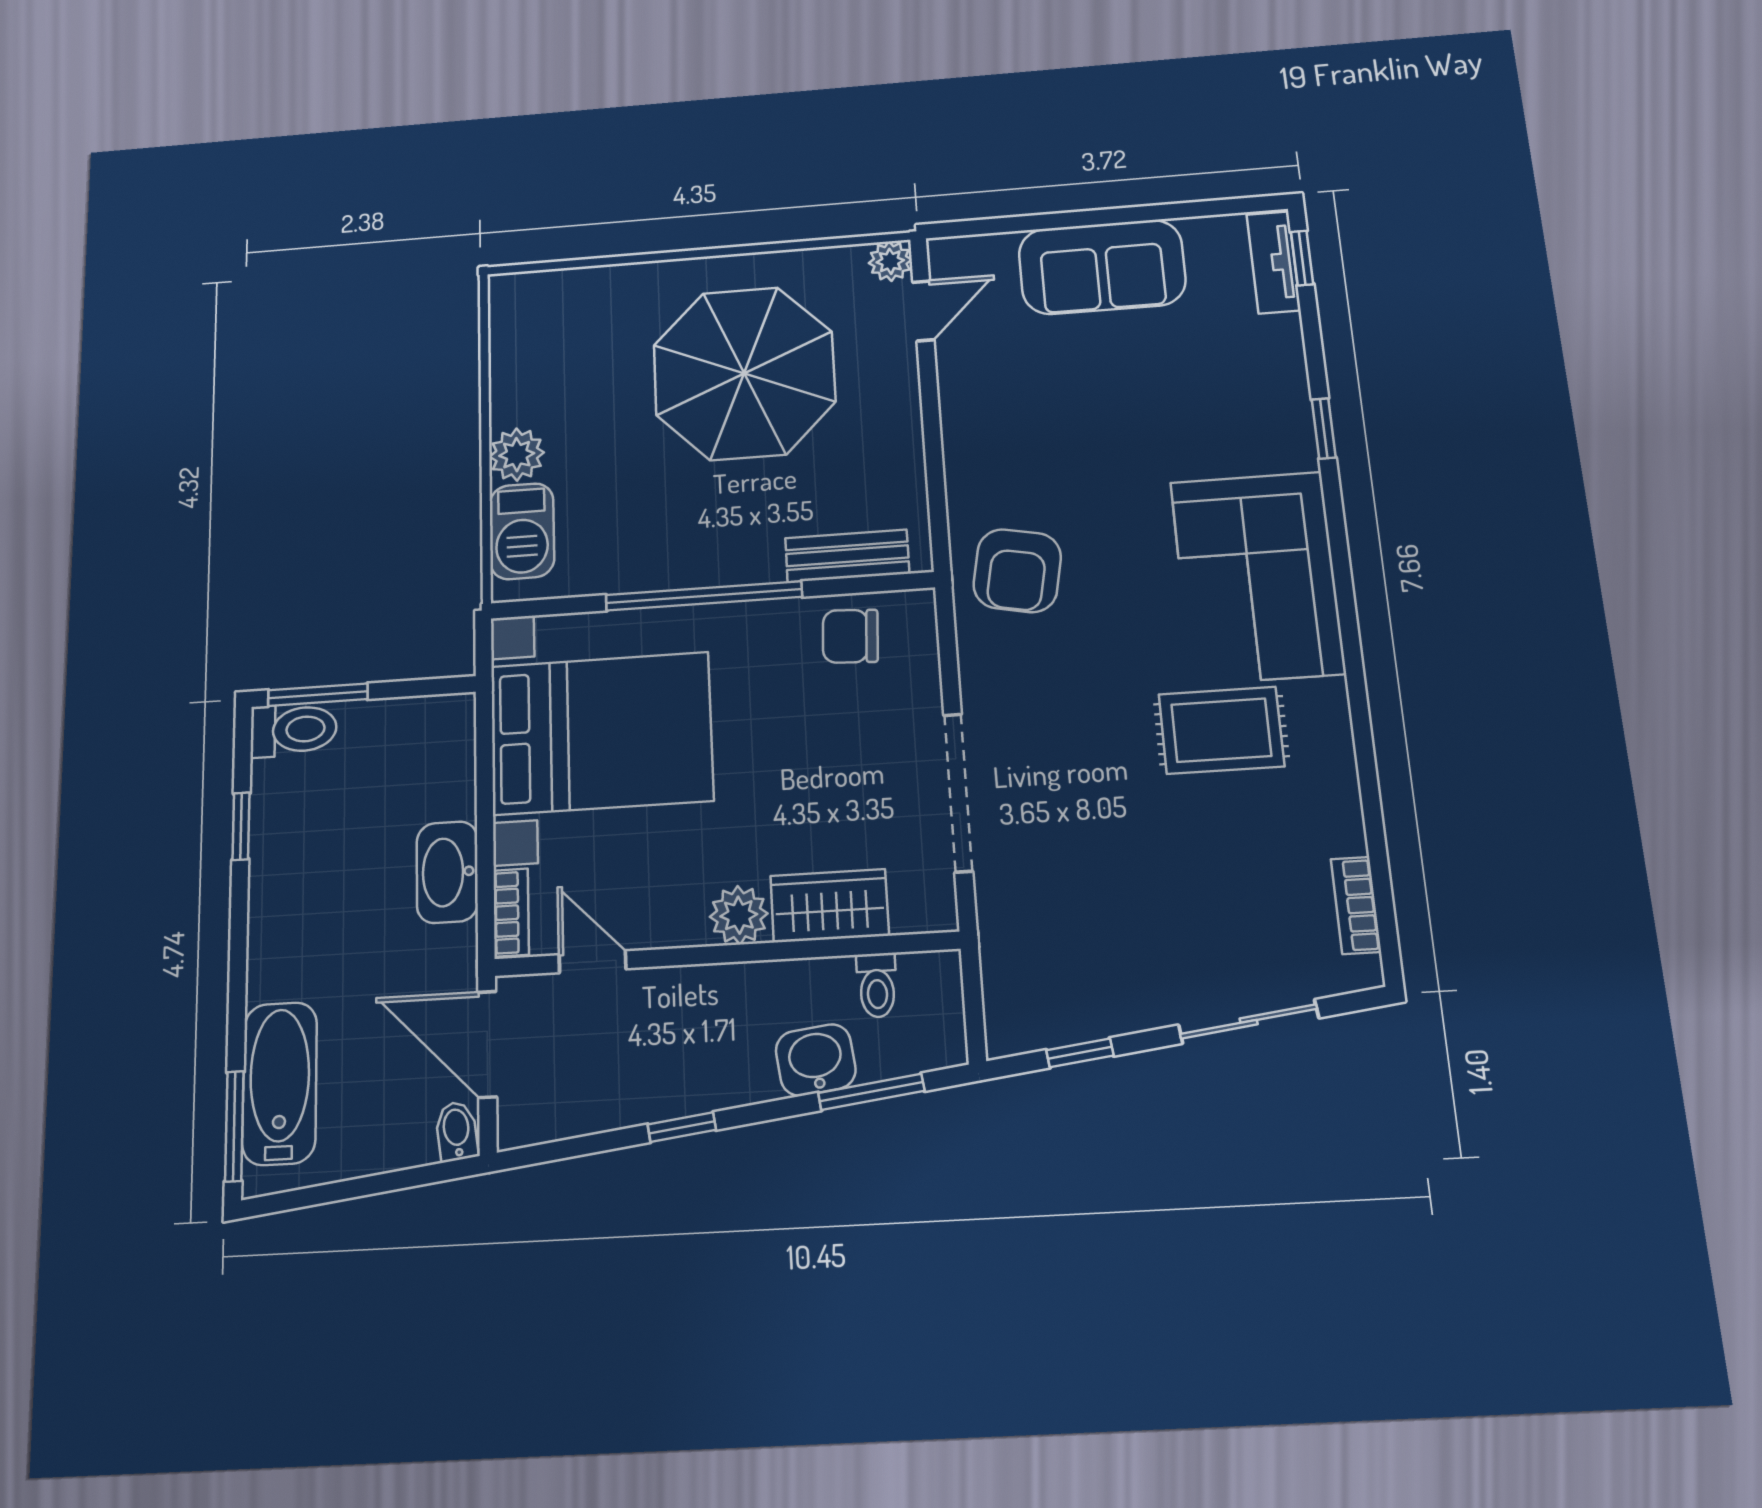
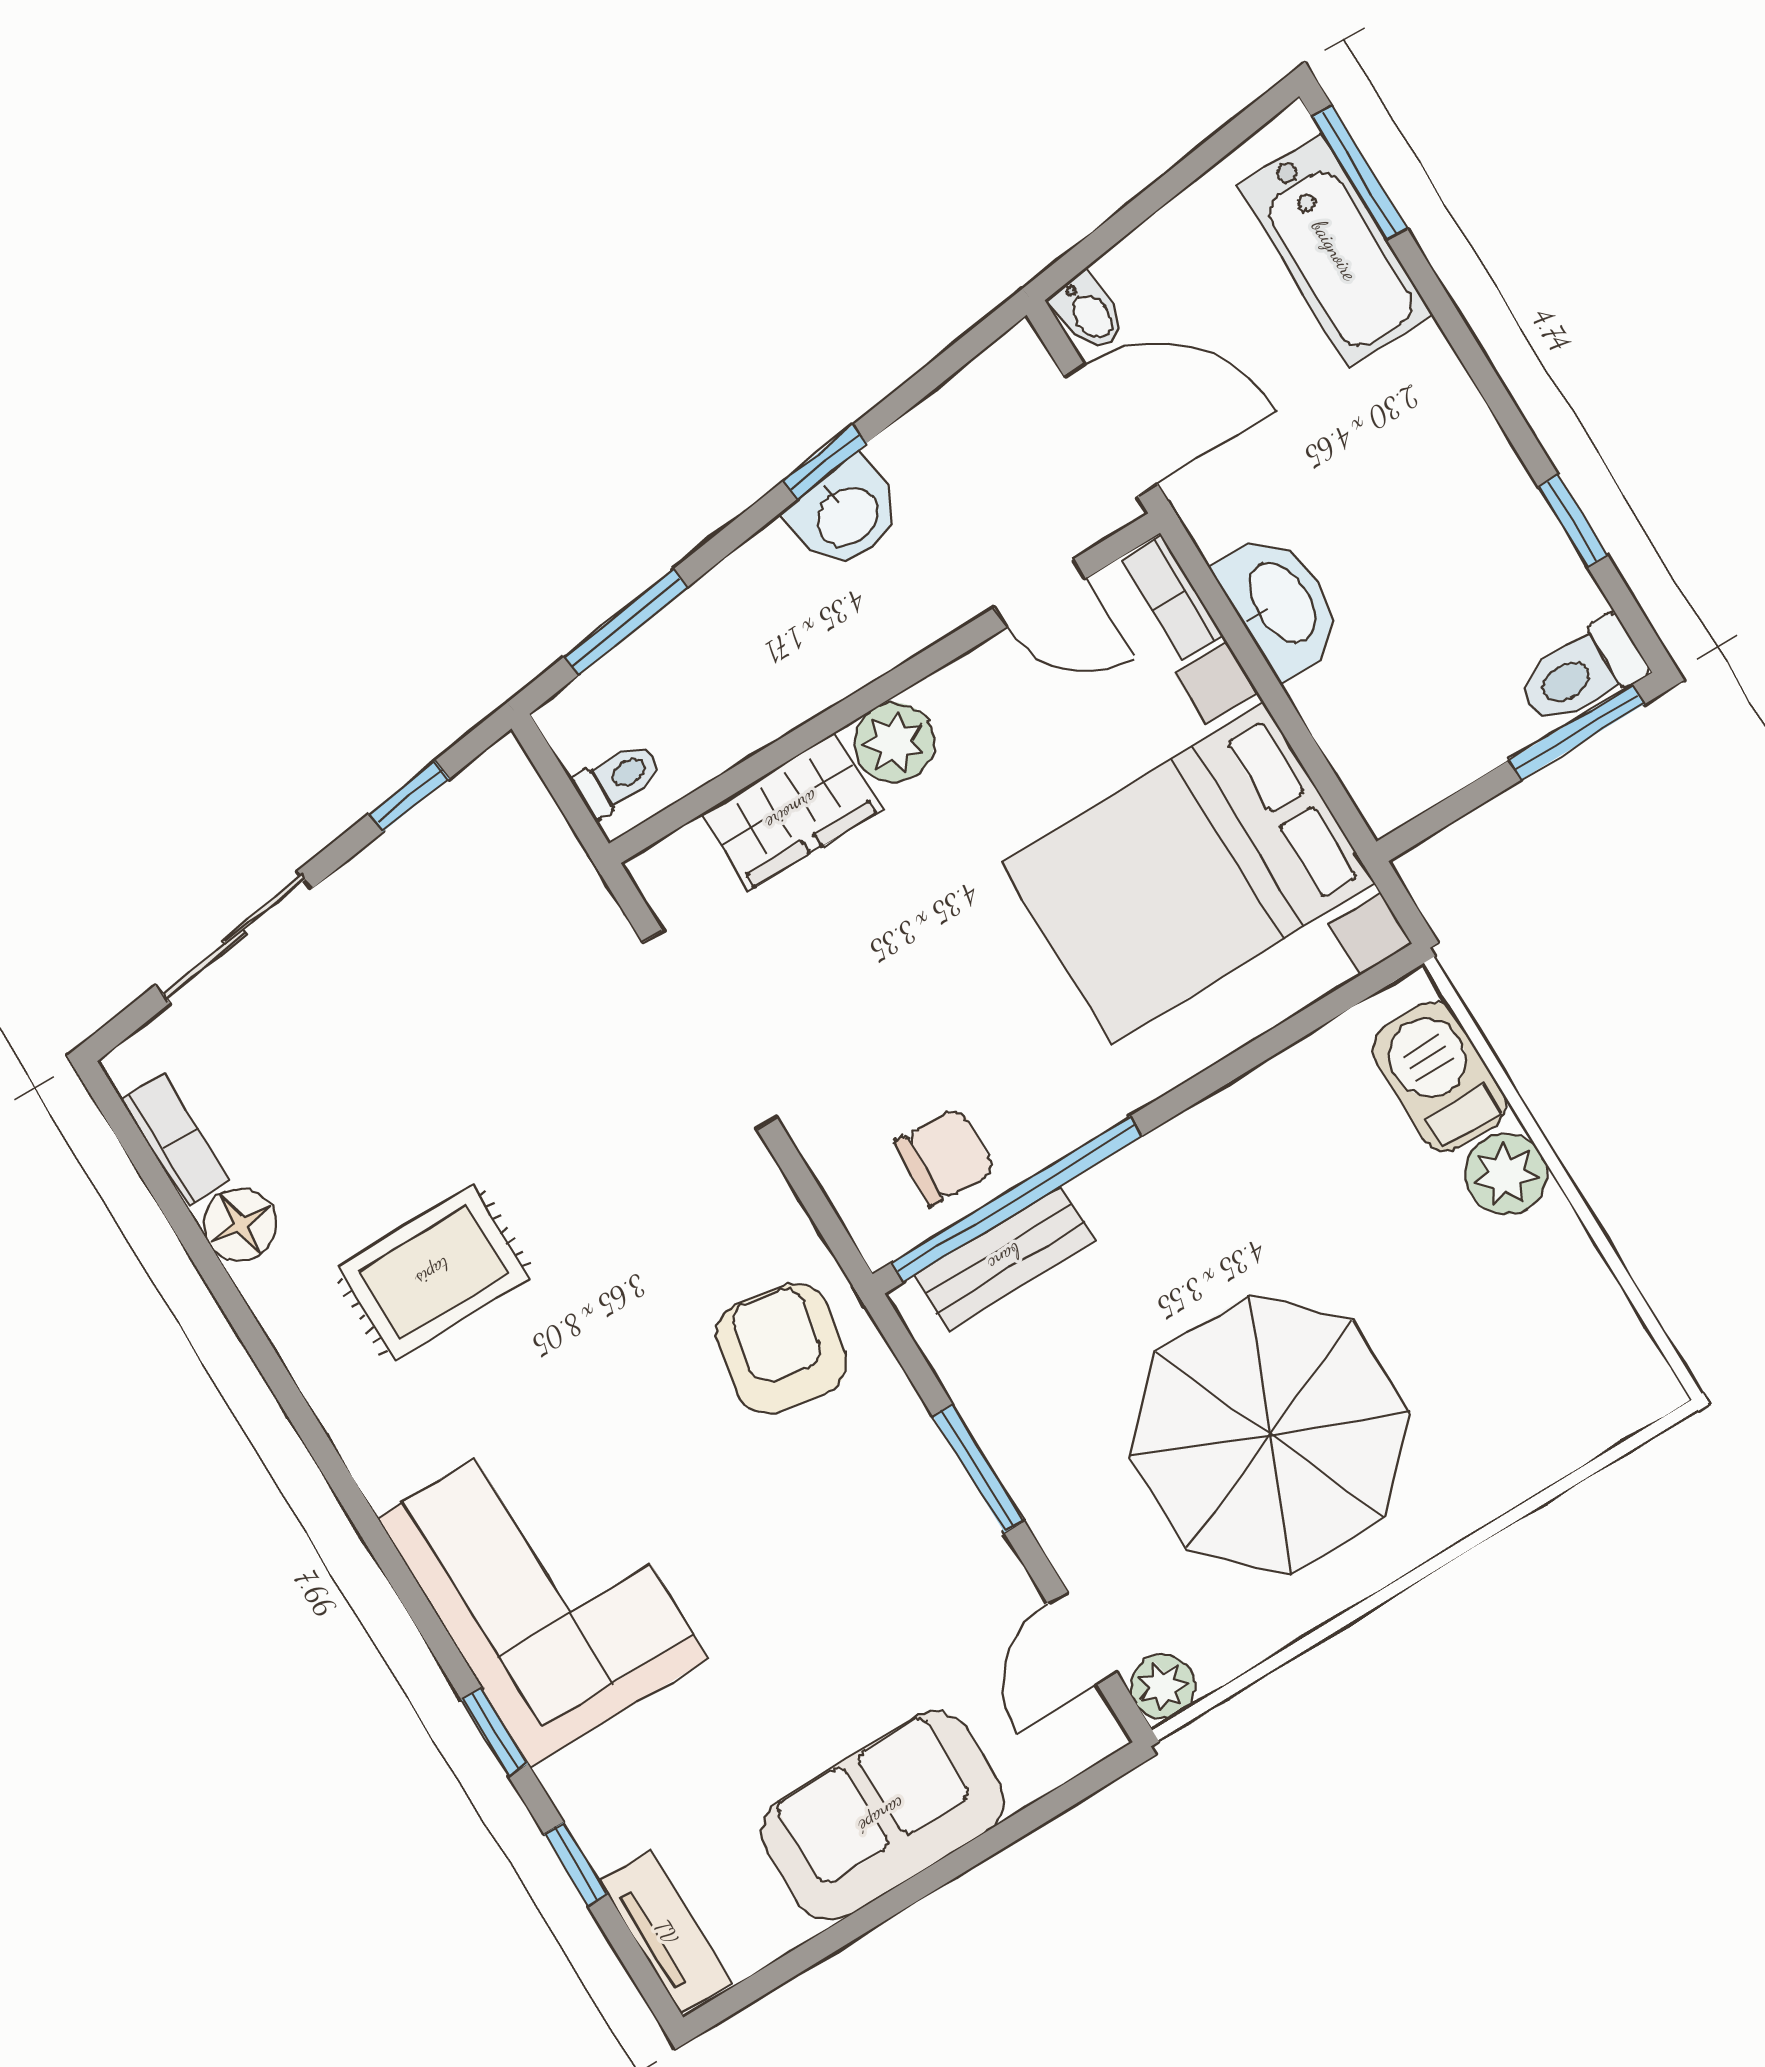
window: (1302, 258) -> (576, 1864), moved
window: (933, 439) -> (978, 1468), added
corner sofa: (1257, 577) -> (543, 1588), moved
window: (704, 596) -> (1017, 1199), moved
floor lamp: (1338, 827) -> (240, 1225), added
toilet: (877, 985) -> (618, 779), moved, turned 90
washbasin: (816, 1060) -> (846, 514), moved

